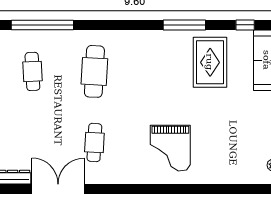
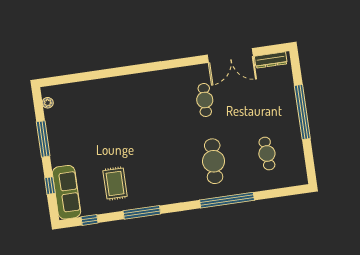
window: (42, 25) -> (227, 200), moved
rug: (210, 62) -> (115, 183), width x0.73, depth x0.70
grand piano: (170, 148) -> (139, 105), removed

